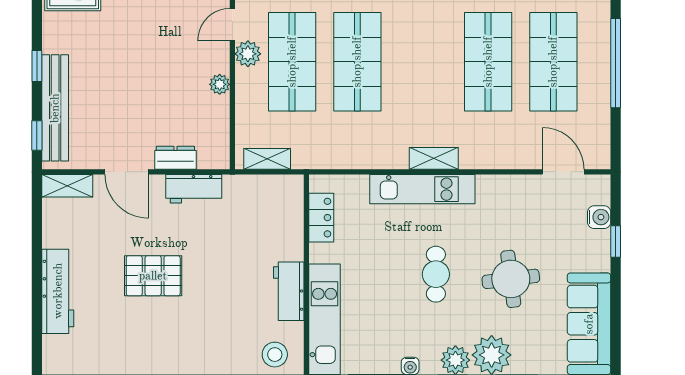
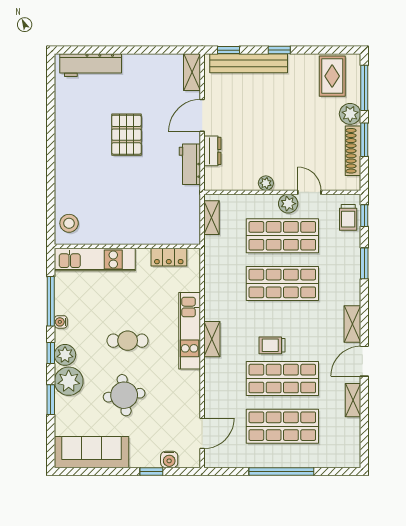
trolley: (442, 76) -> (272, 345), added
workbench: (58, 291) -> (91, 65), moved
workbench: (289, 291) -> (115, 233), removed

